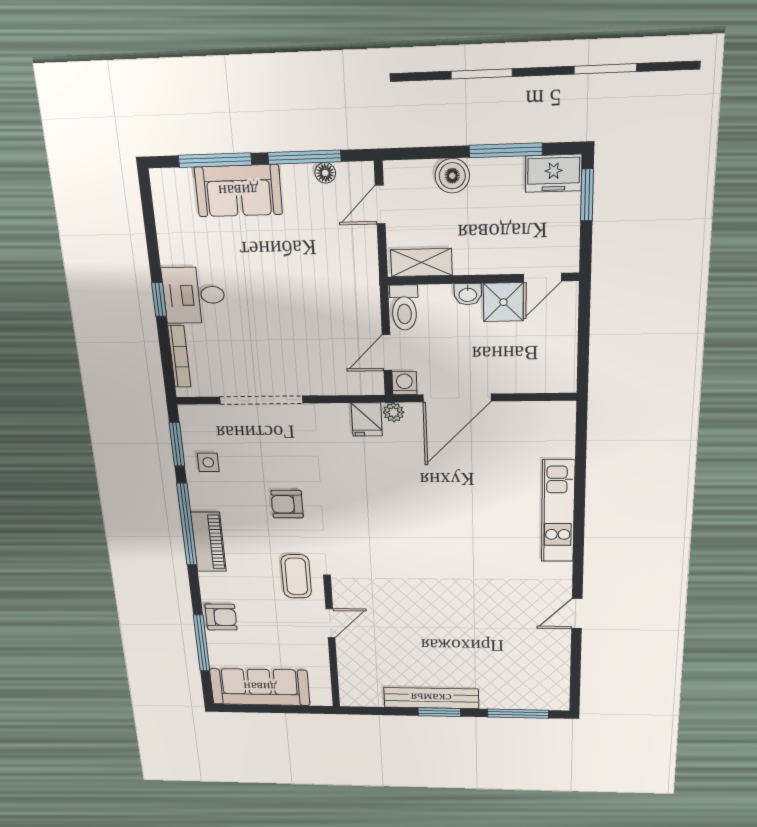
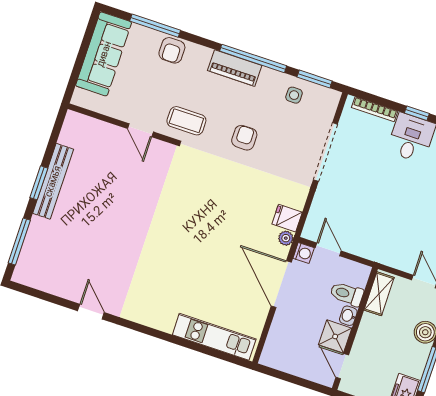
toilet: (404, 308) -> (347, 294), moved
kitchen unit: (558, 511) -> (214, 337), moved

